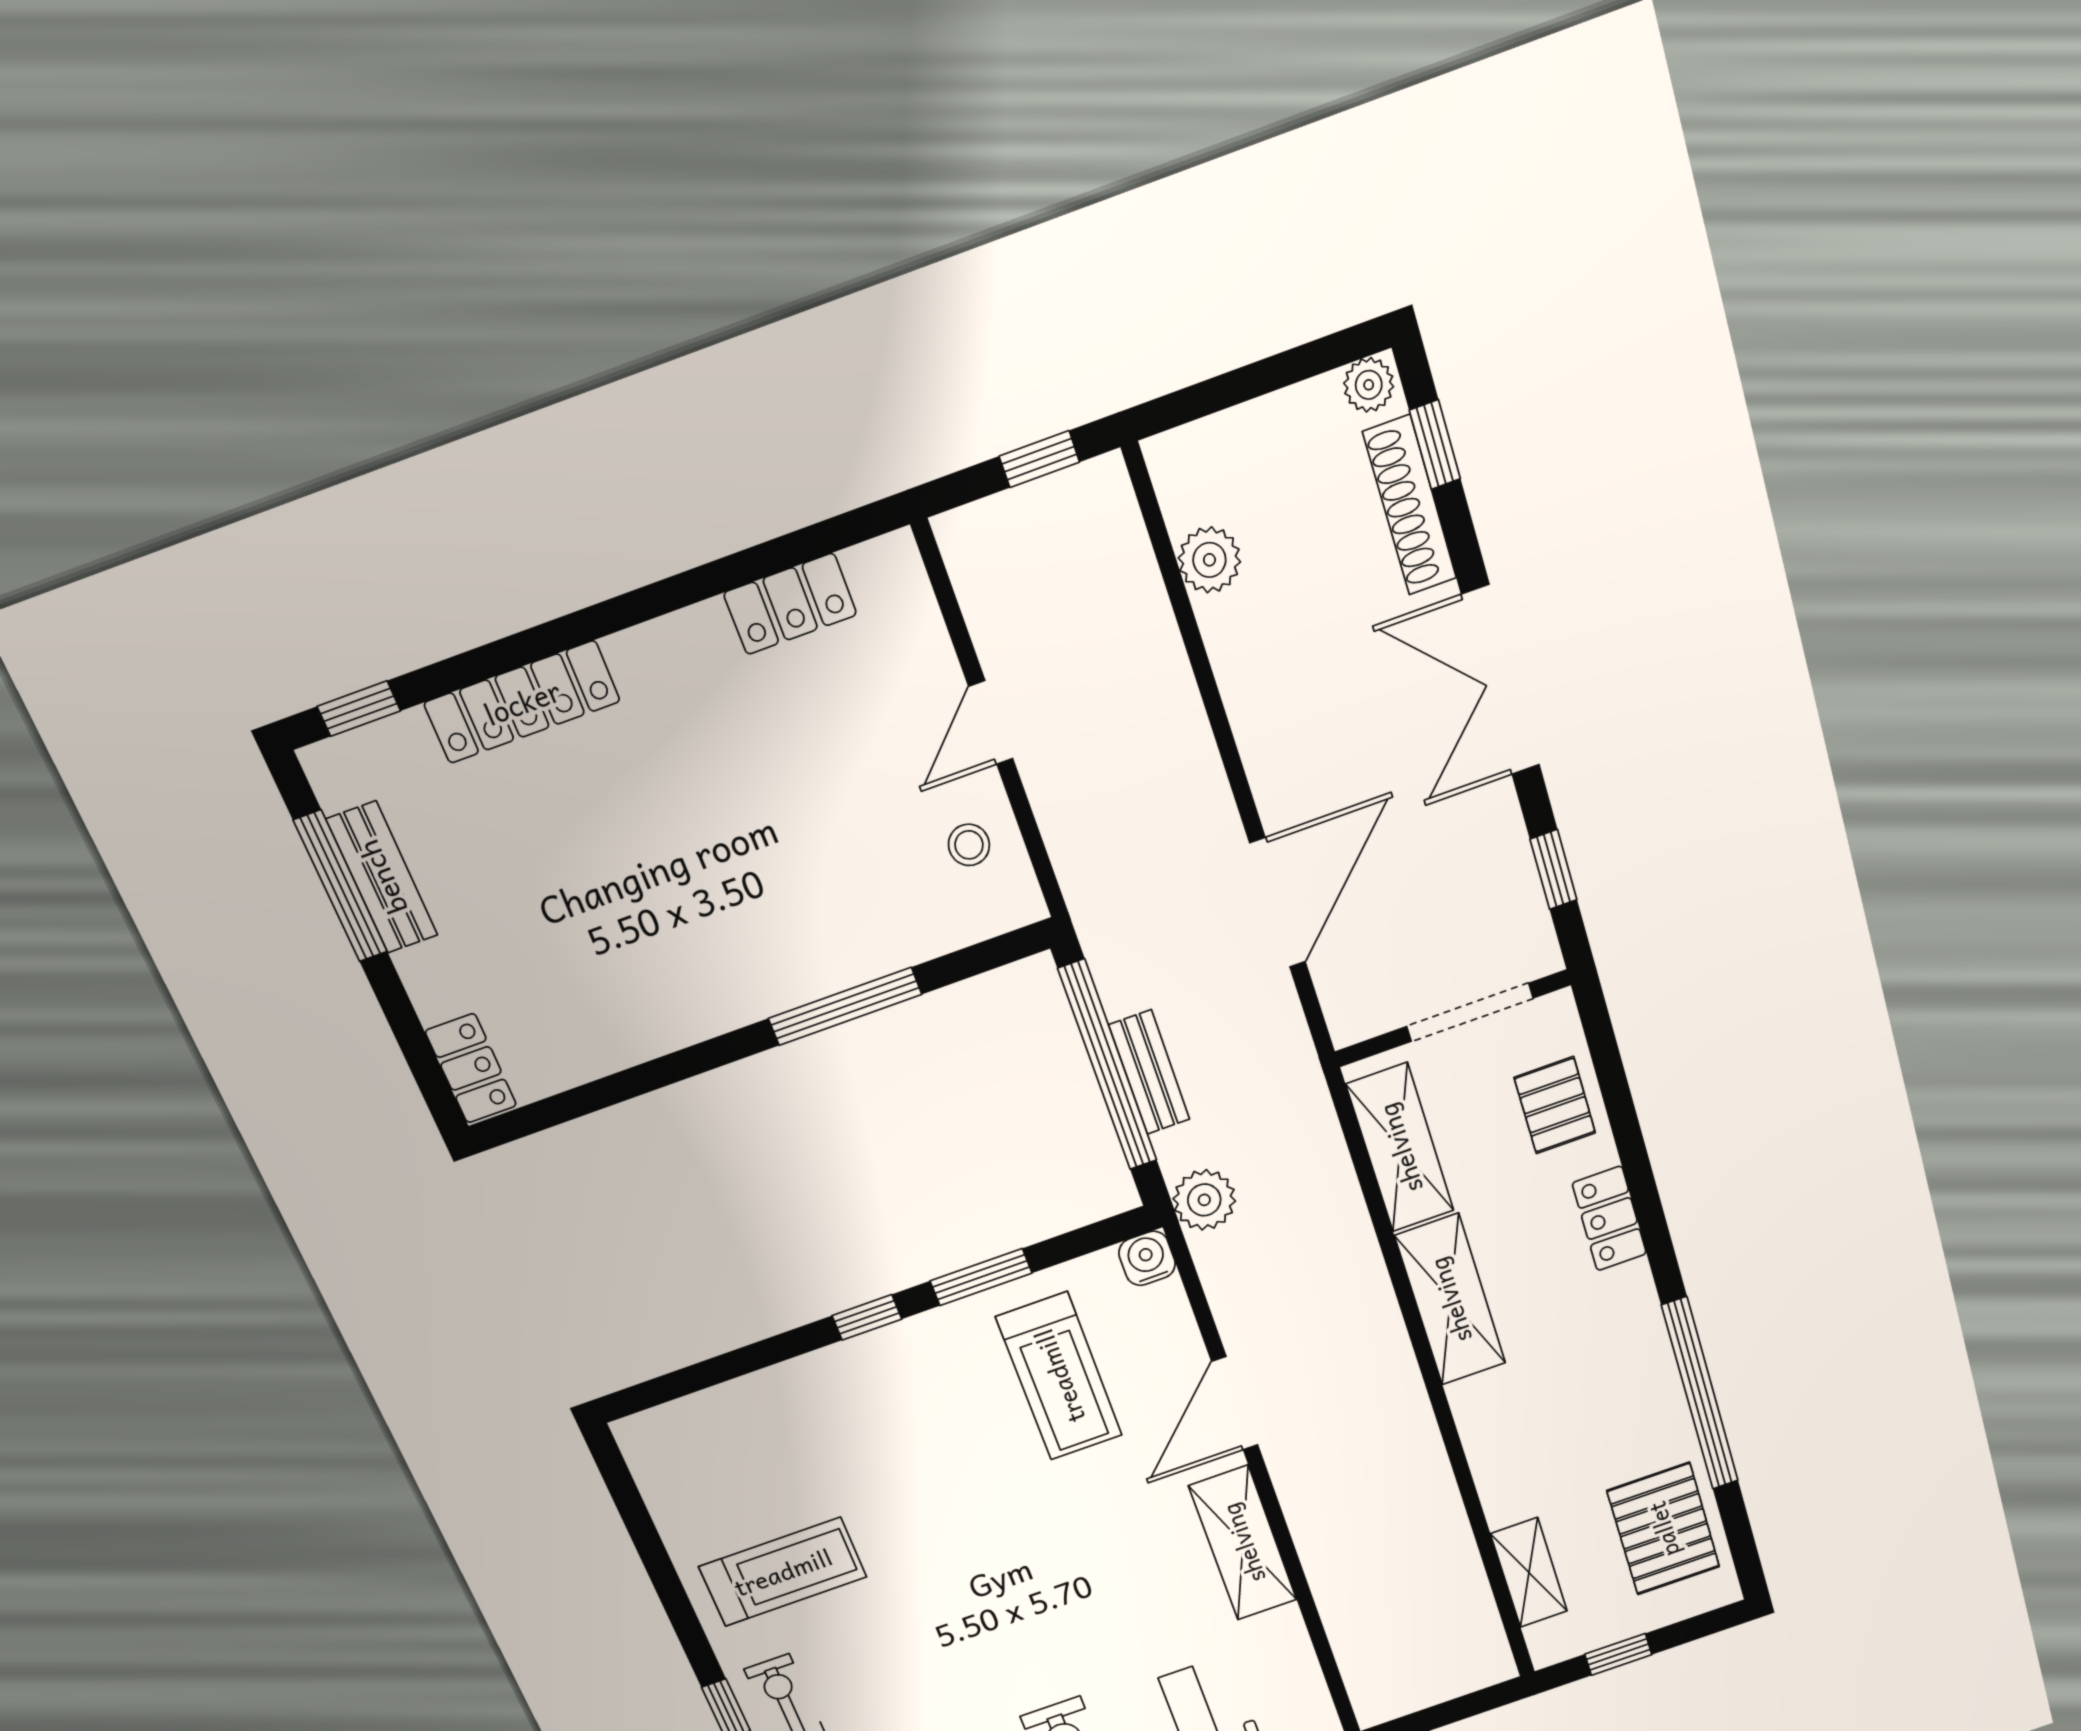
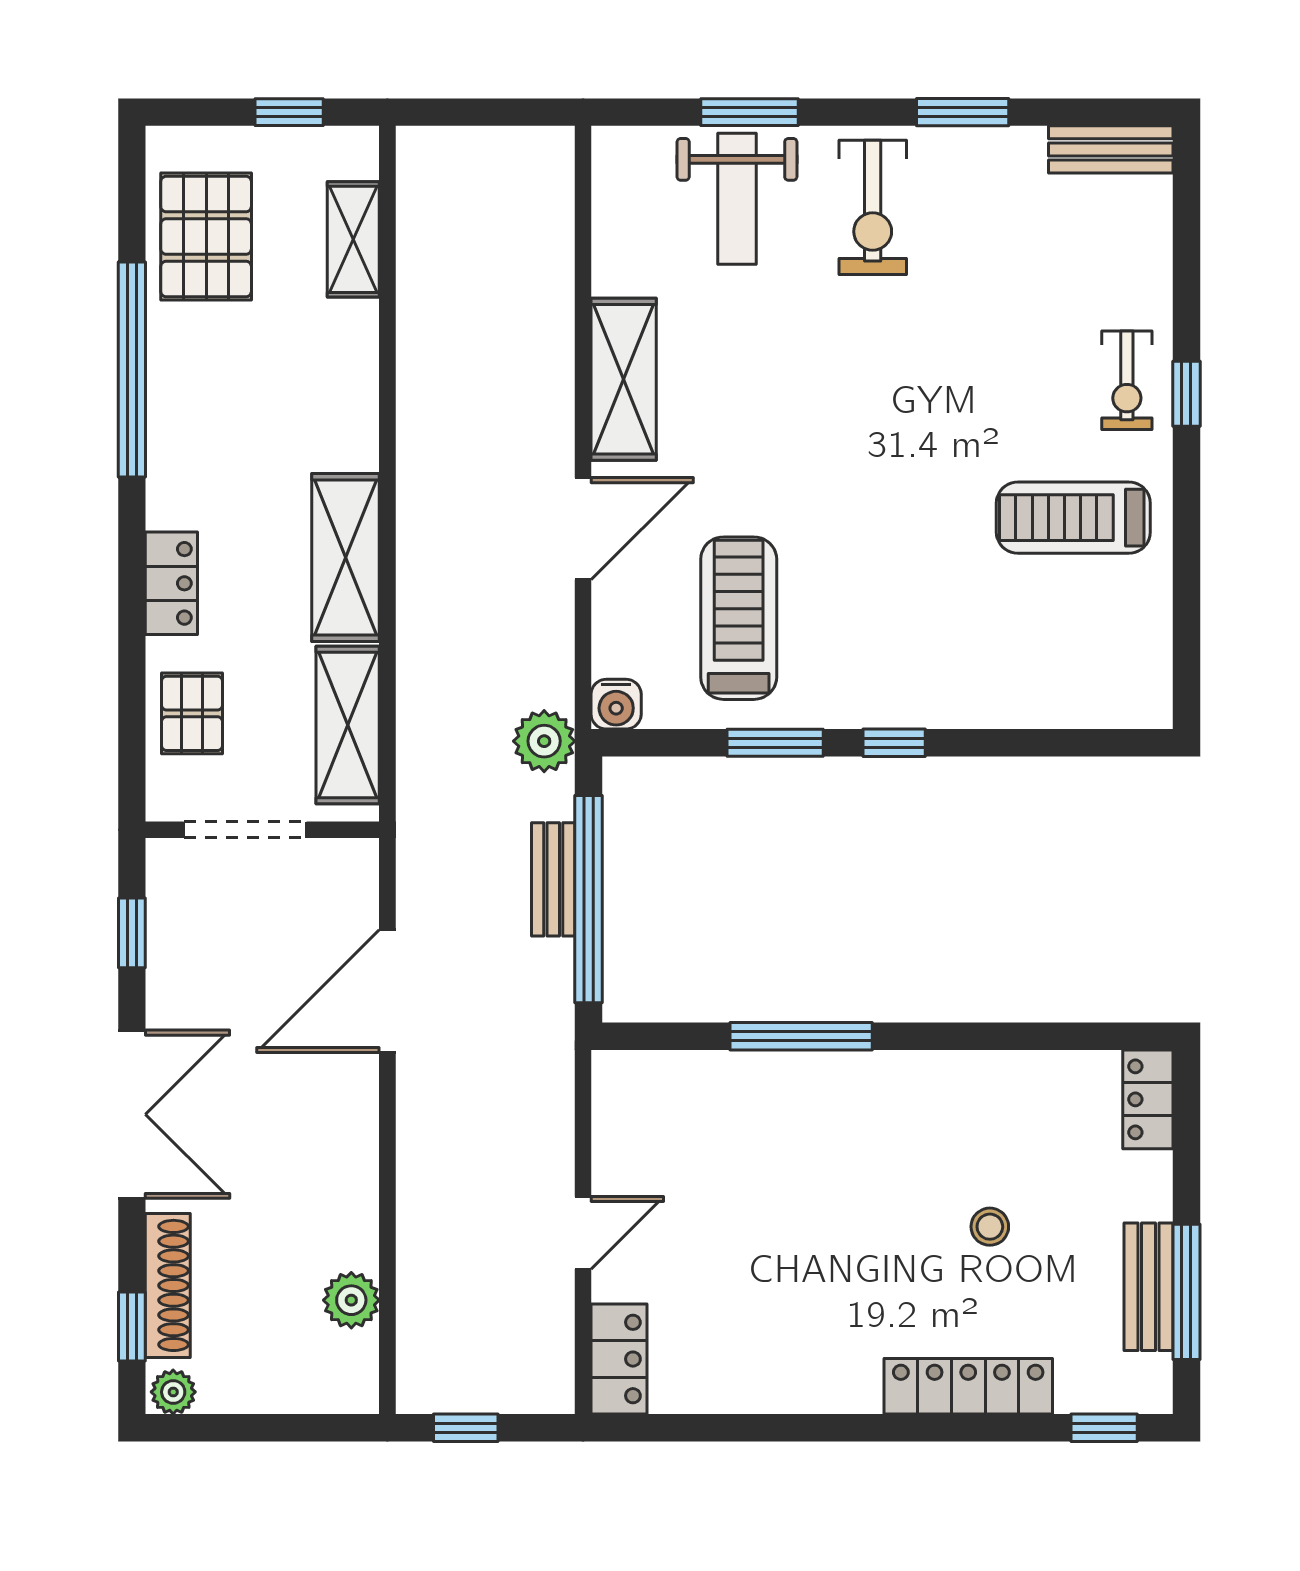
locker: (790, 604) -> (619, 1359), moved, turned 90
stool: (969, 845) -> (990, 1227), moved

